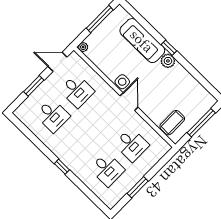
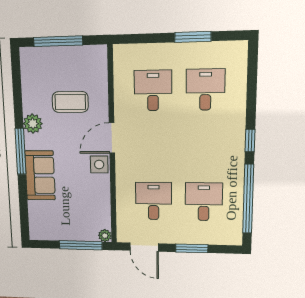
window: (100, 19) -> (81, 245), moved
sofa: (142, 41) -> (40, 175), width x0.73
window: (169, 48) -> (21, 151), width x2.17
plant: (168, 61) -> (33, 124), moved
coffee table: (172, 123) -> (70, 102), moved
window: (33, 139) -> (248, 199), added

